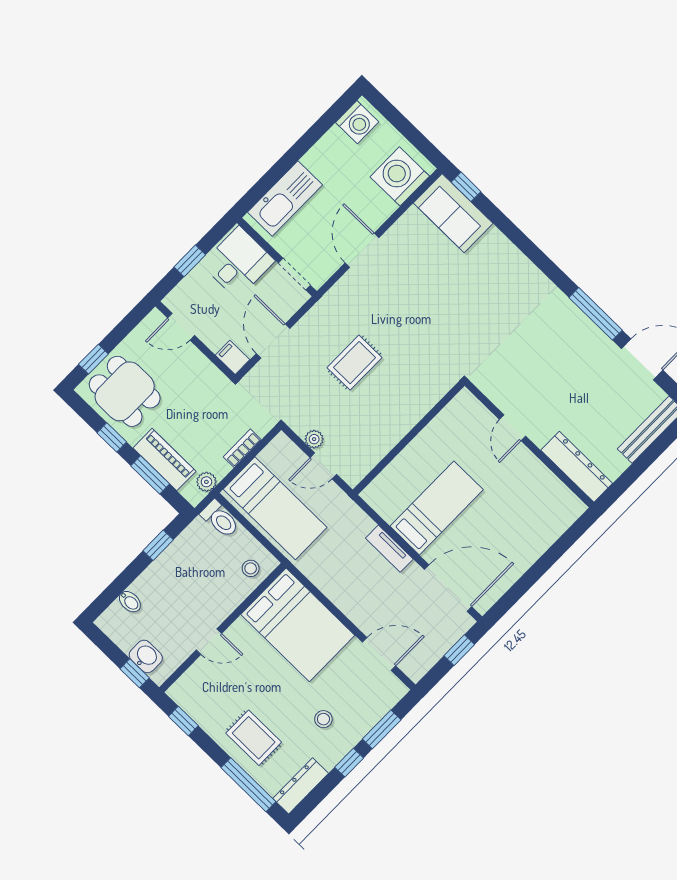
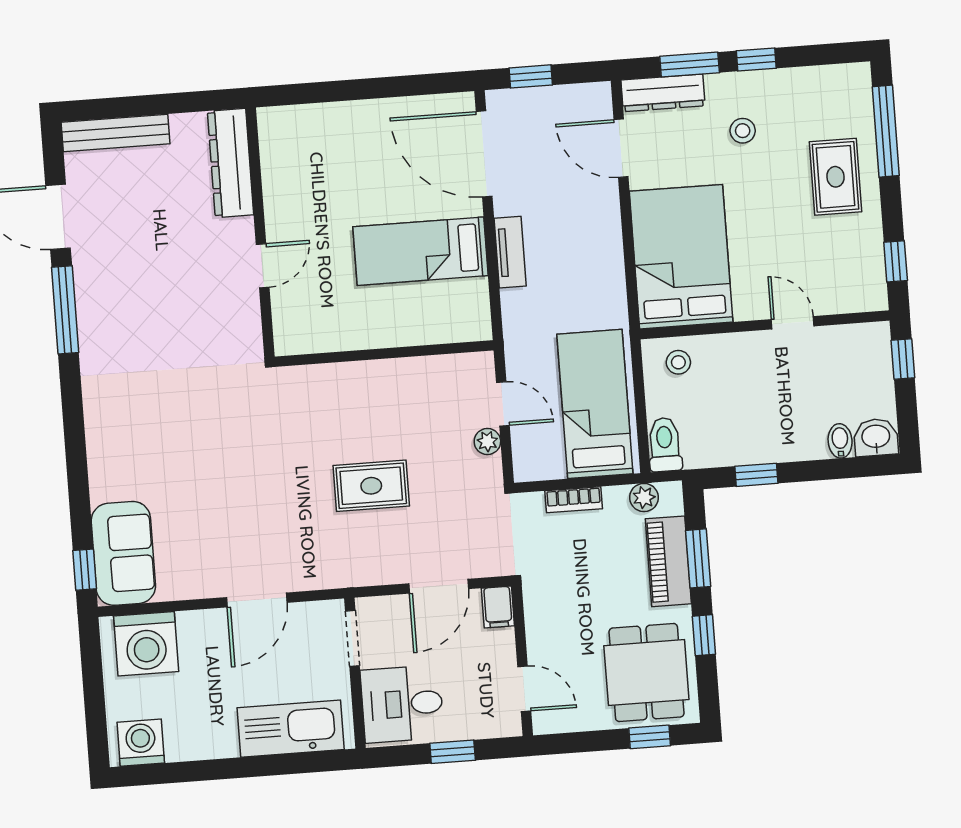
washbasin: (146, 656) -> (876, 437), moved, turned 90
dresser: (301, 786) -> (663, 93), moved

